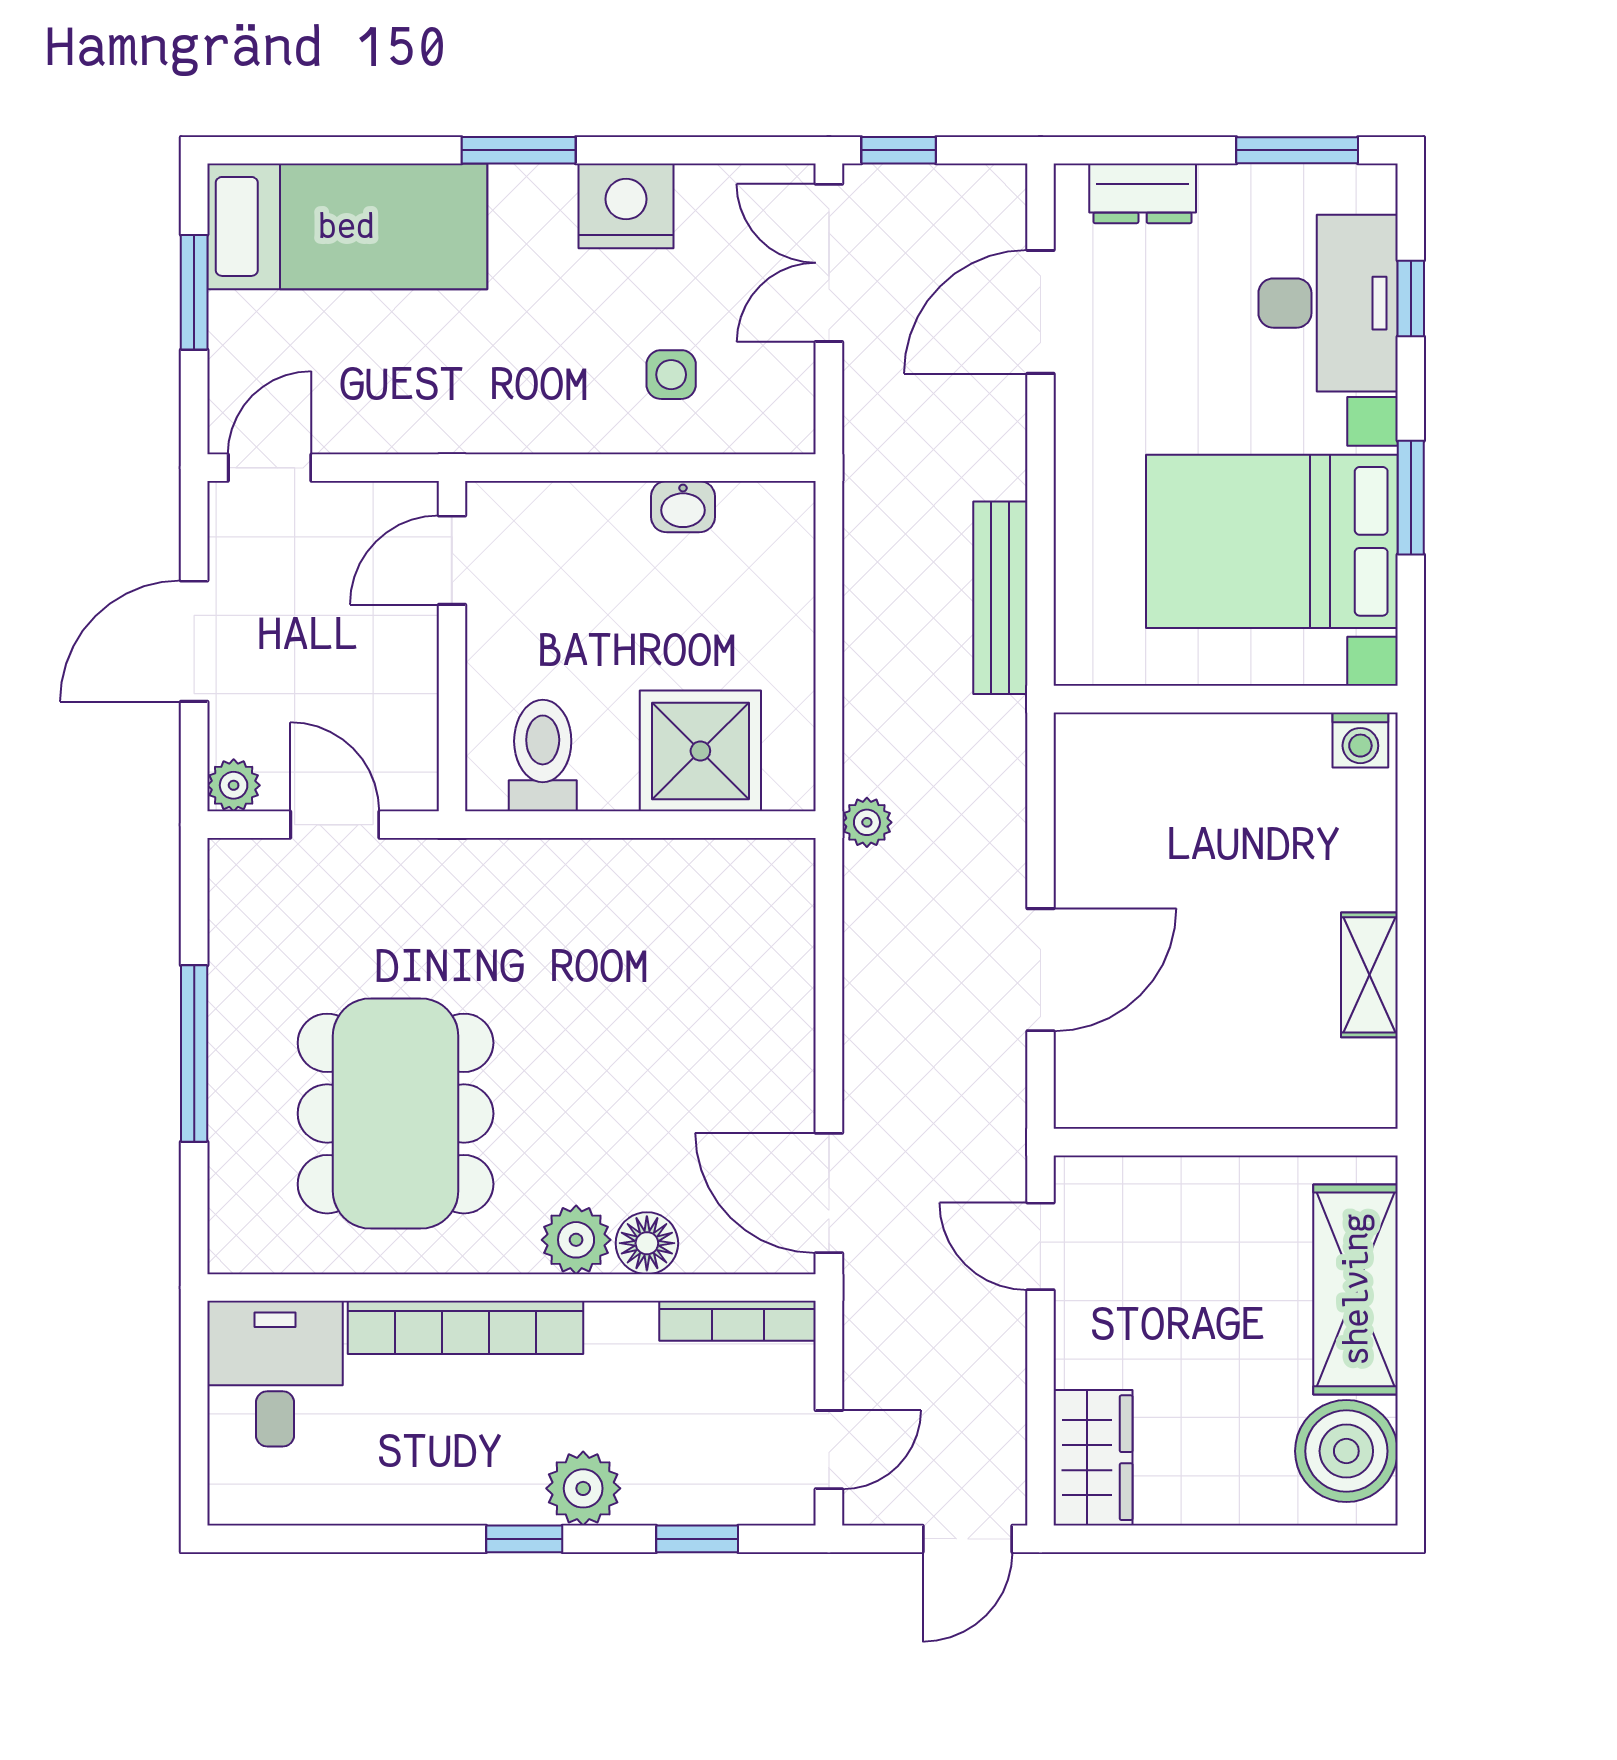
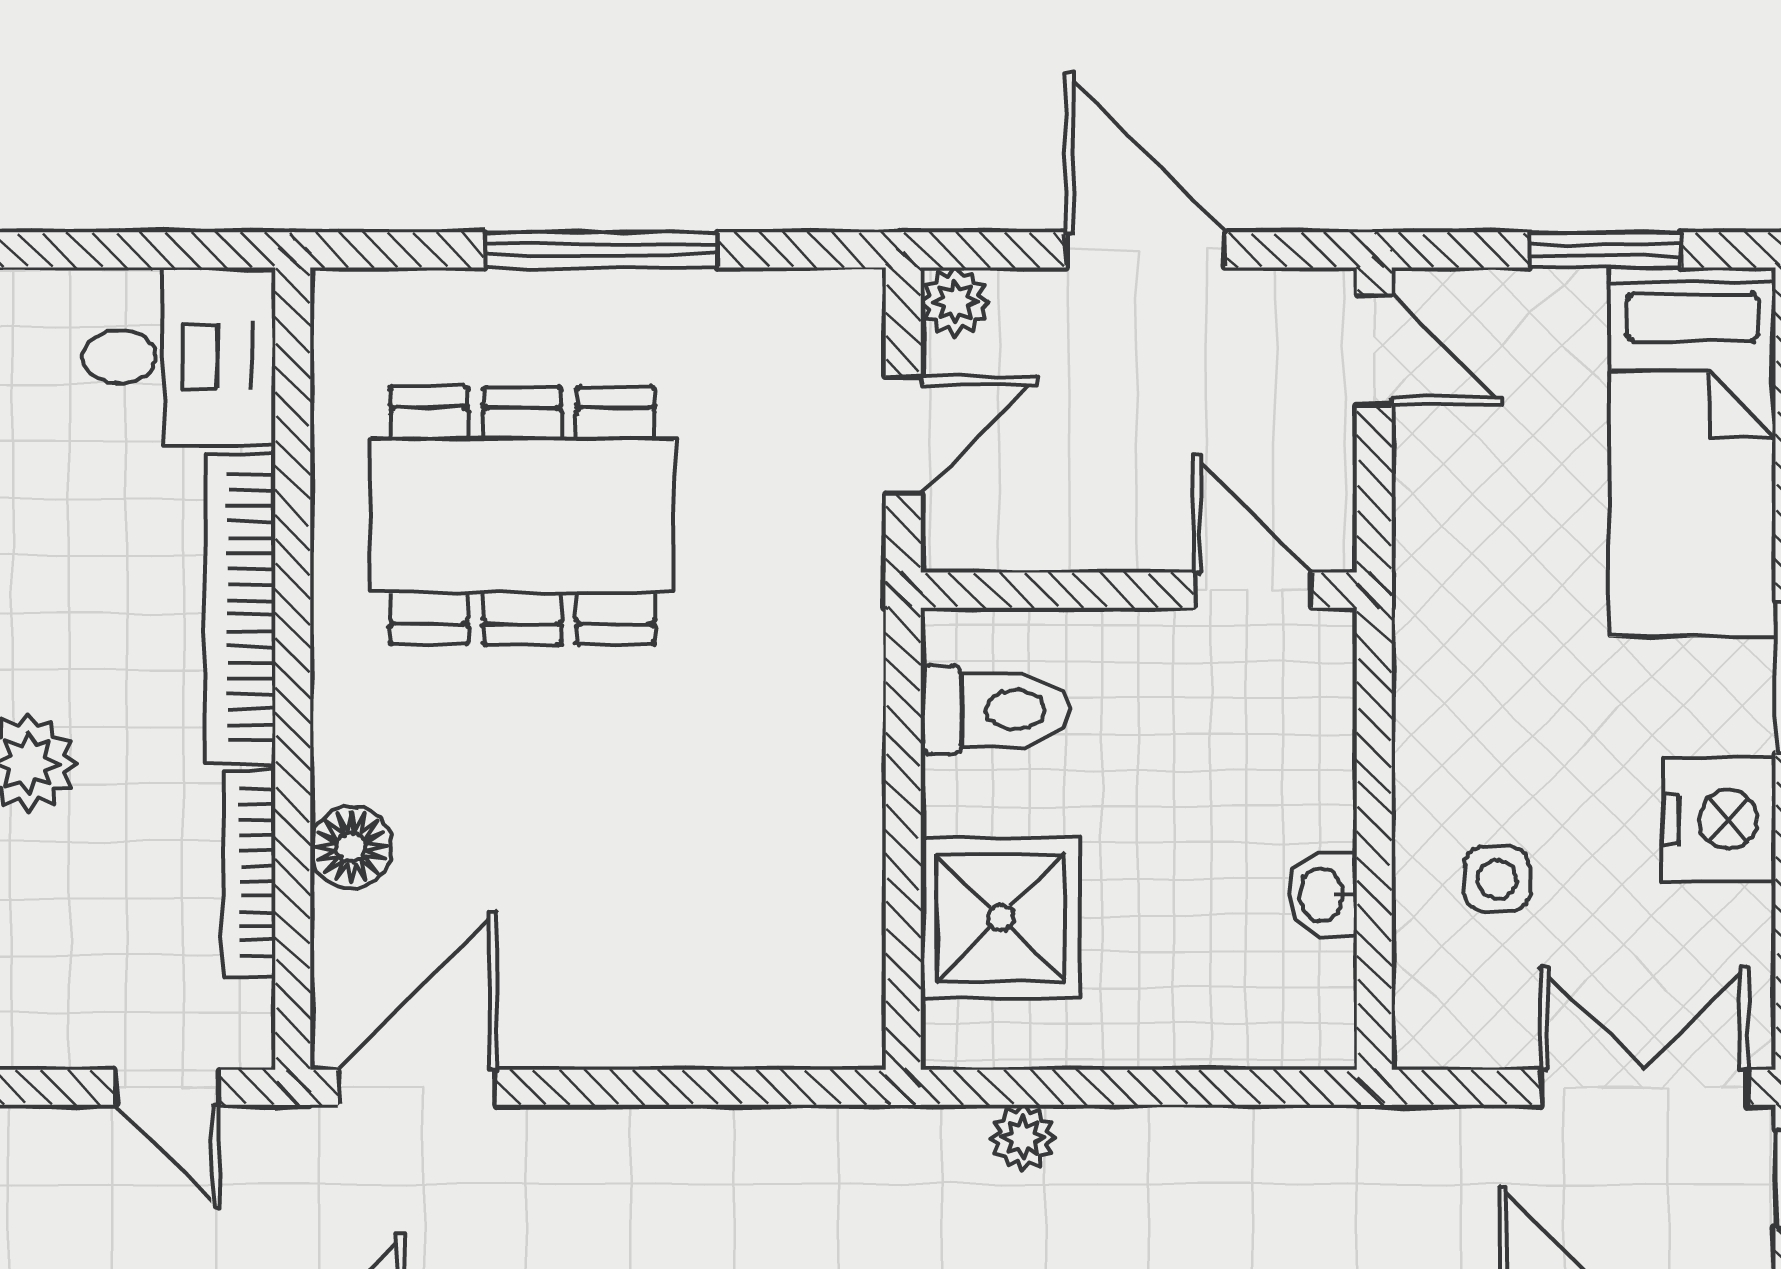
plant: (867, 822) -> (1023, 1137), moved
plant: (576, 1240) -> (356, 754), removed
bookcase: (738, 1321) -> (249, 873), moved
door: (829, 1450) -> (167, 1087), moved

